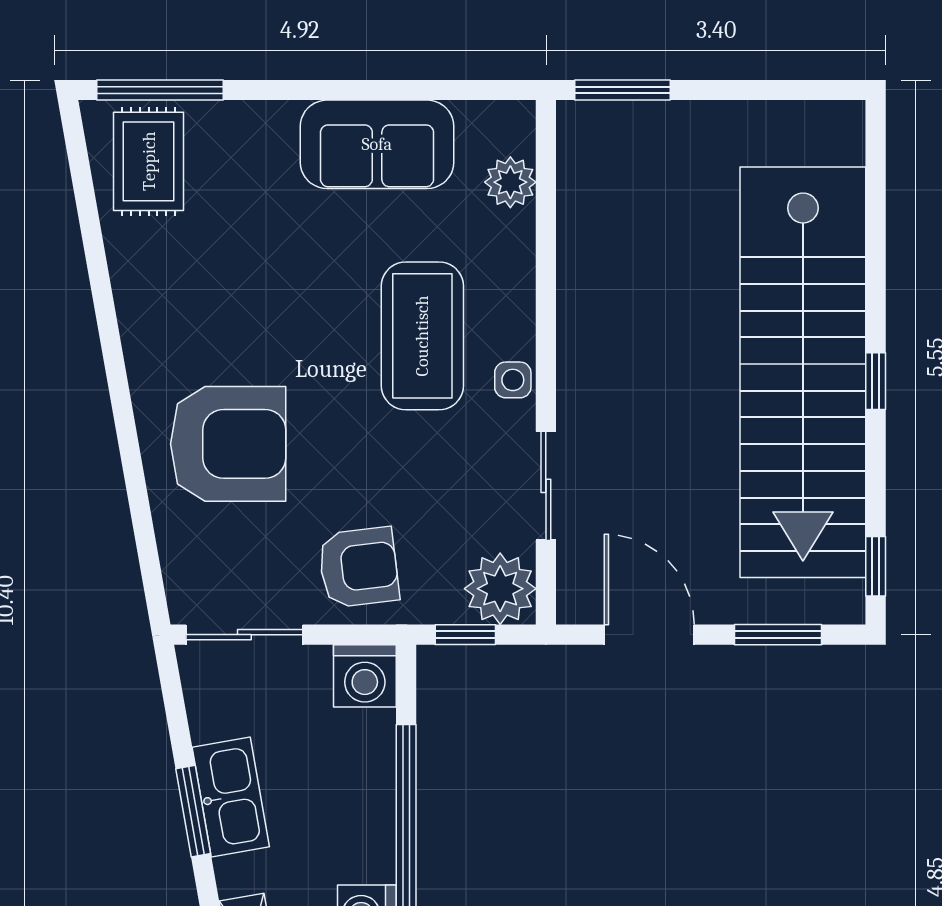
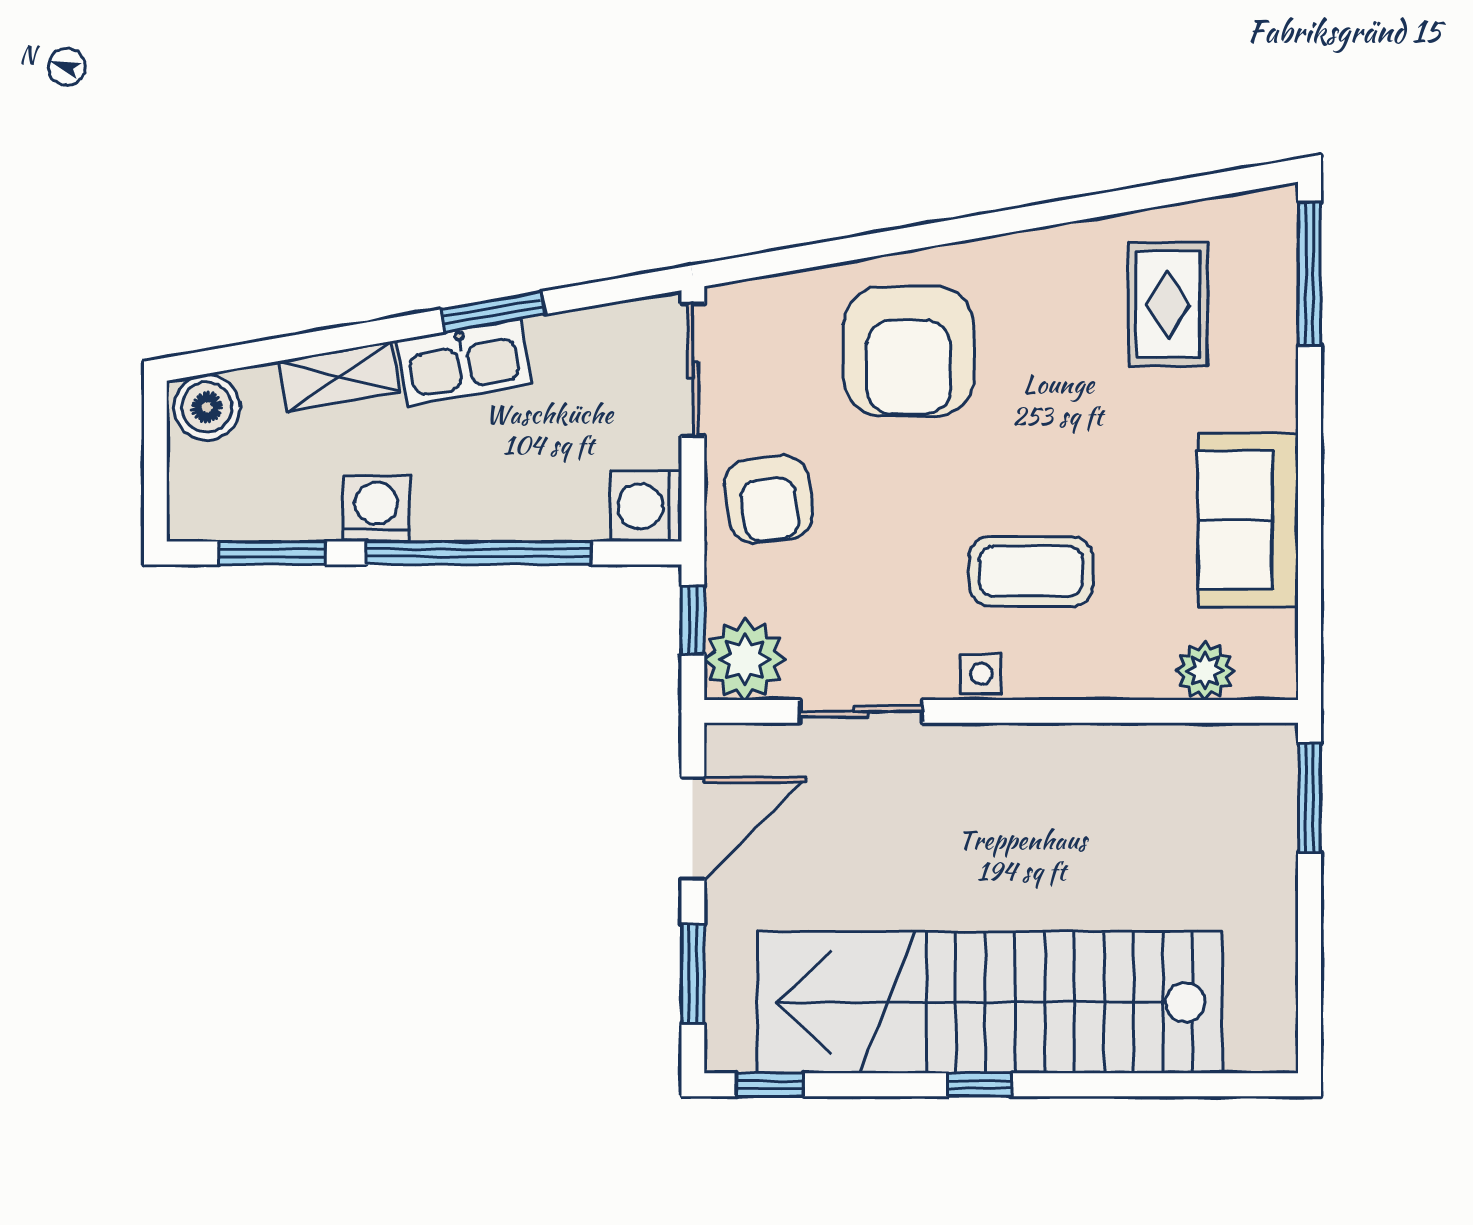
rug: (149, 161) -> (1168, 304), moved, turned 90
coffee table: (422, 336) -> (1031, 571), width x0.73, depth x0.76
kitchen sink: (231, 797) -> (464, 362), moved

